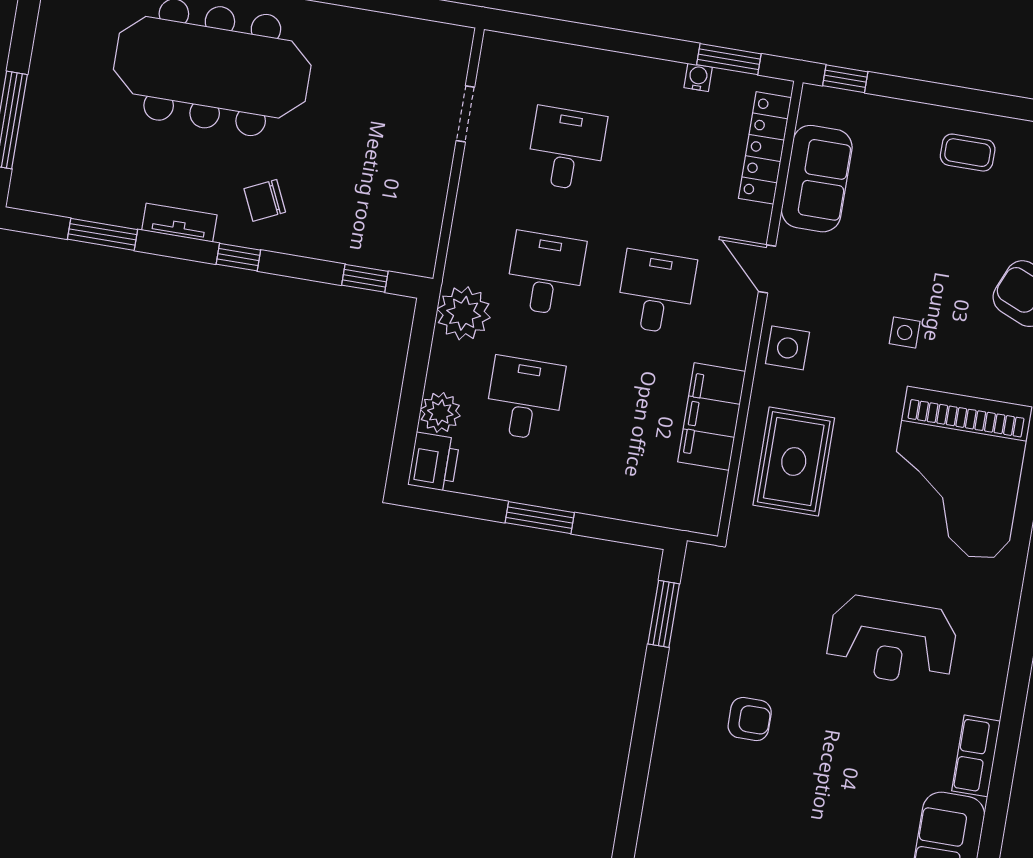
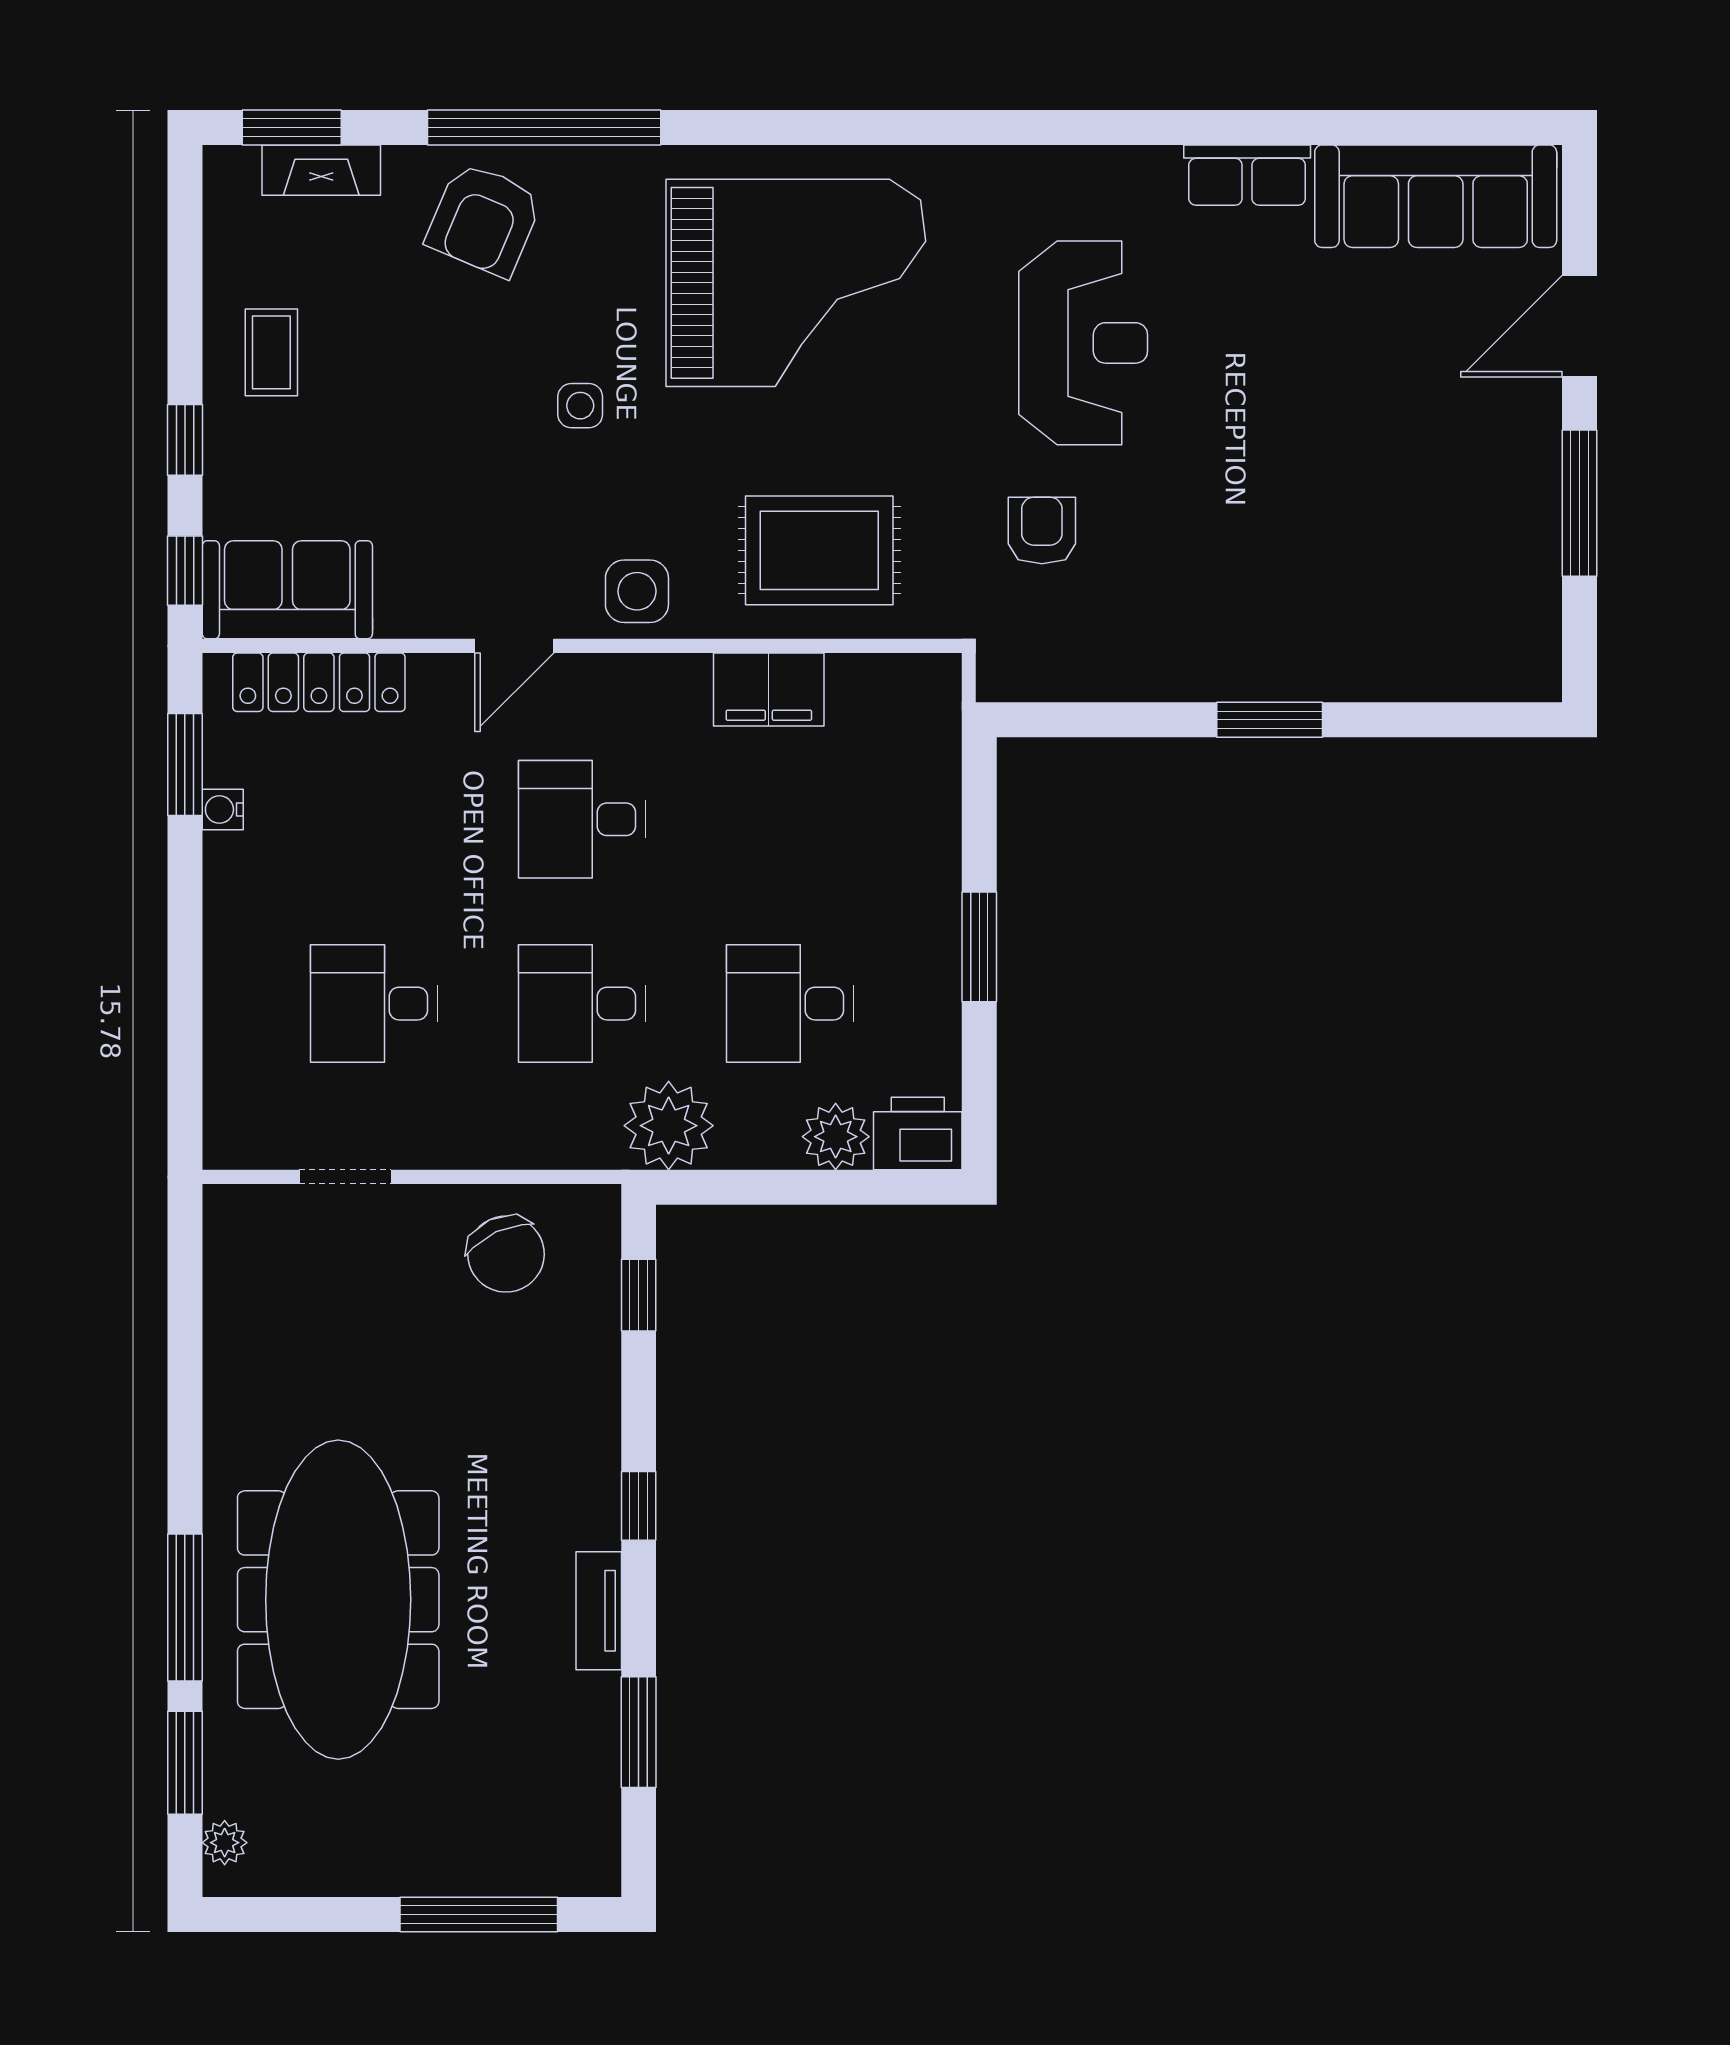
window: (924, 92) -> (185, 440), added
sofa: (817, 179) -> (287, 590), moved
chair: (265, 200) -> (506, 1254), moved, width x1.37, depth x1.37
filing cabinet: (712, 417) -> (769, 690), width x0.67, depth x0.86
window: (664, 614) -> (1270, 720), moved
armchair: (750, 719) -> (1042, 531), moved

